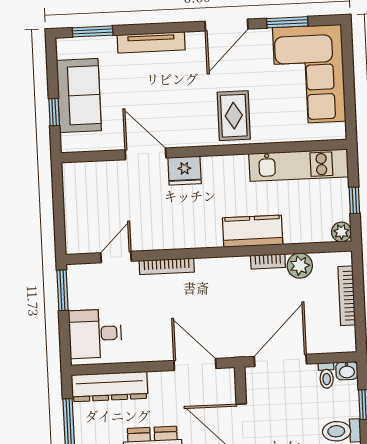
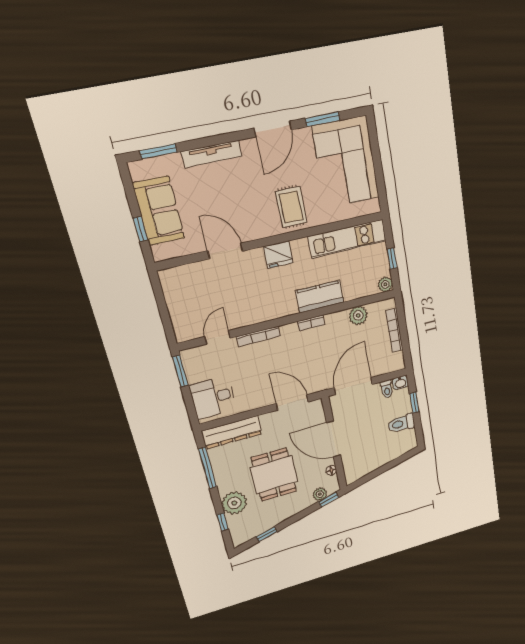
fridge: (185, 171) -> (278, 255), moved
bookcase: (268, 261) -> (311, 323), moved

